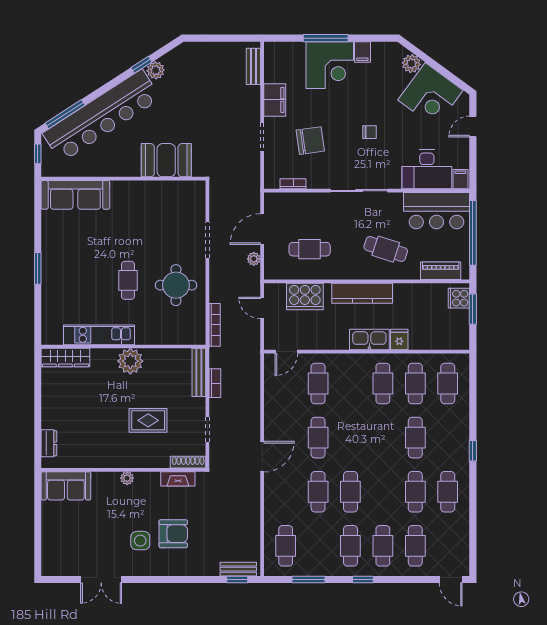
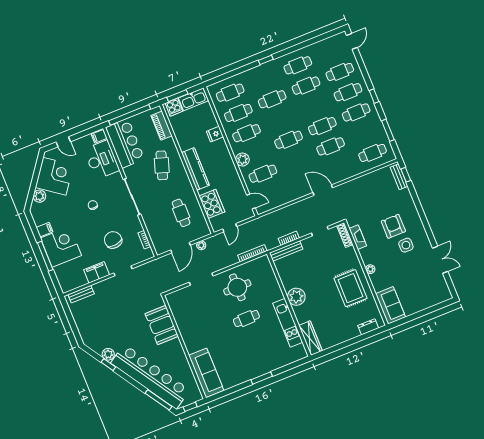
door: (262, 229) -> (181, 248), hinge flipped
kitchen sink: (369, 339) -> (193, 99), moved, turned -90
plant: (349, 363) -> (242, 160), added
rug: (148, 420) -> (350, 288), moved, width x1.36, depth x1.43
cafe table: (318, 438) -> (289, 140), moved

